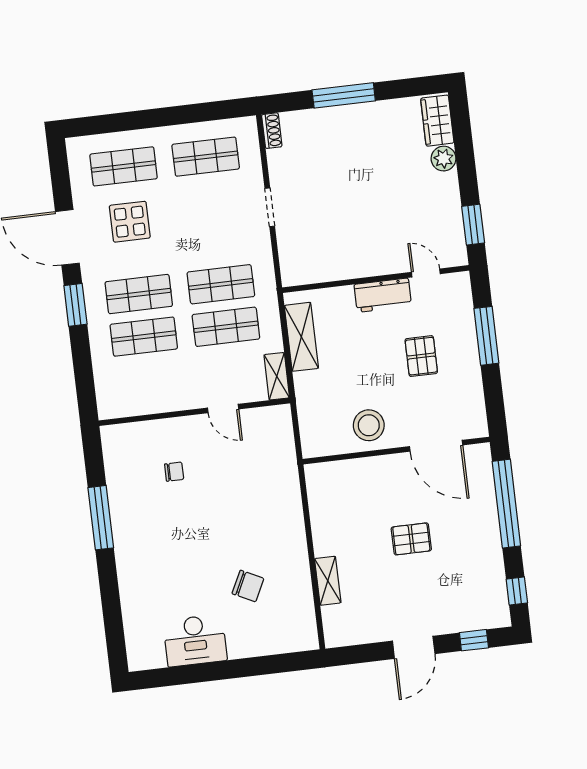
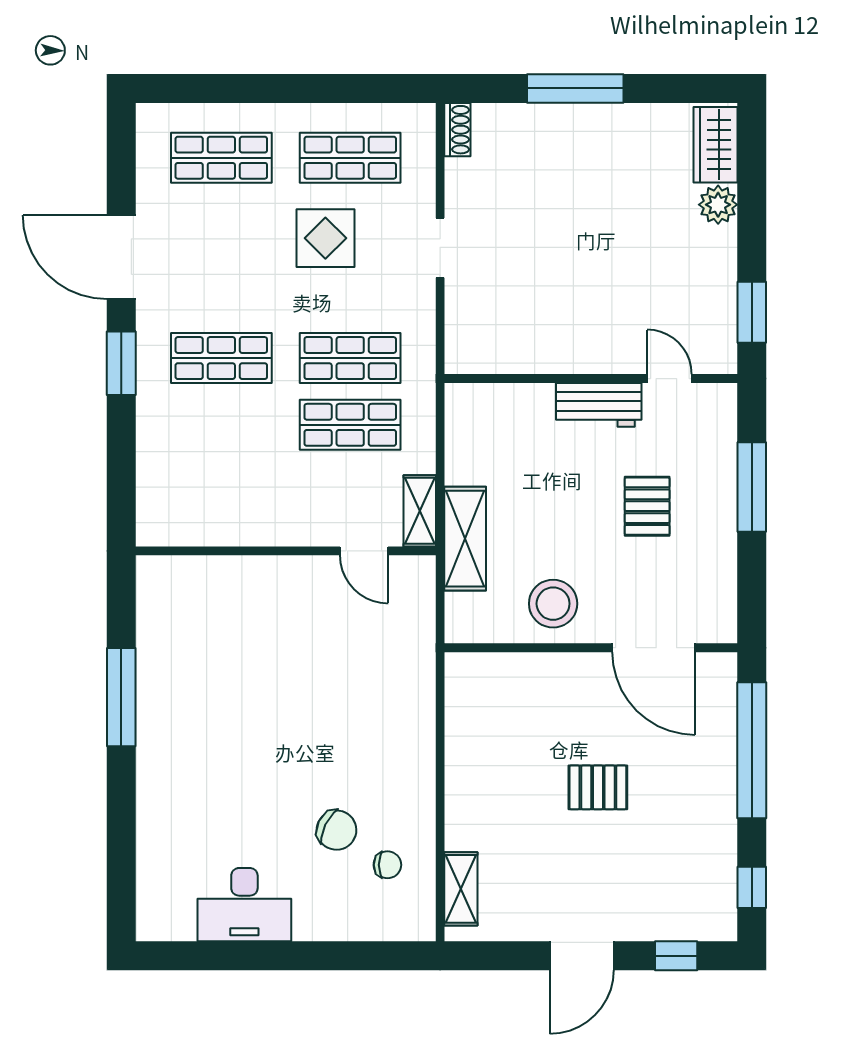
display table: (130, 222) -> (325, 238), moved
shop shelf: (144, 337) -> (221, 425), removed
shelving: (301, 337) -> (465, 539), moved
door: (223, 409) -> (364, 551), moved
chair: (174, 472) -> (387, 865), moved
shelving: (328, 581) -> (461, 889), moved

